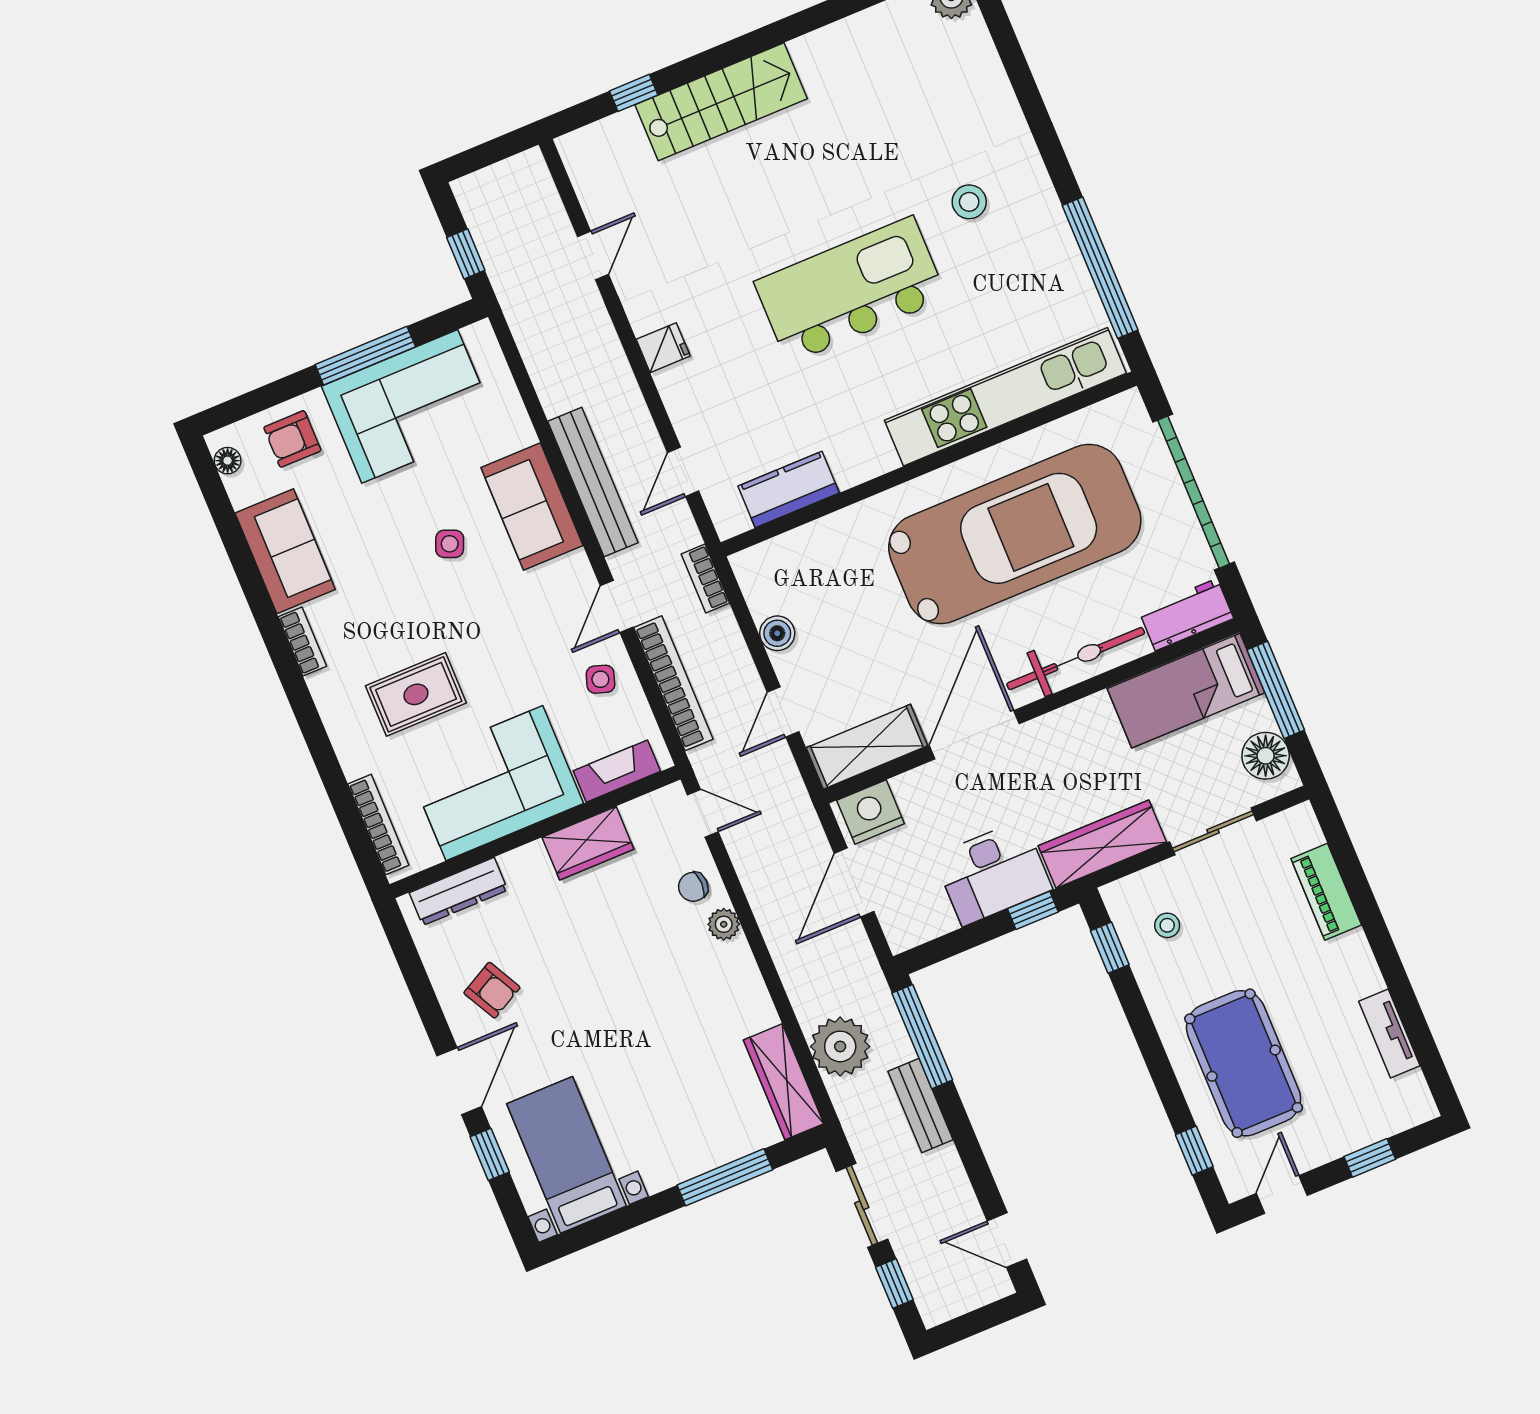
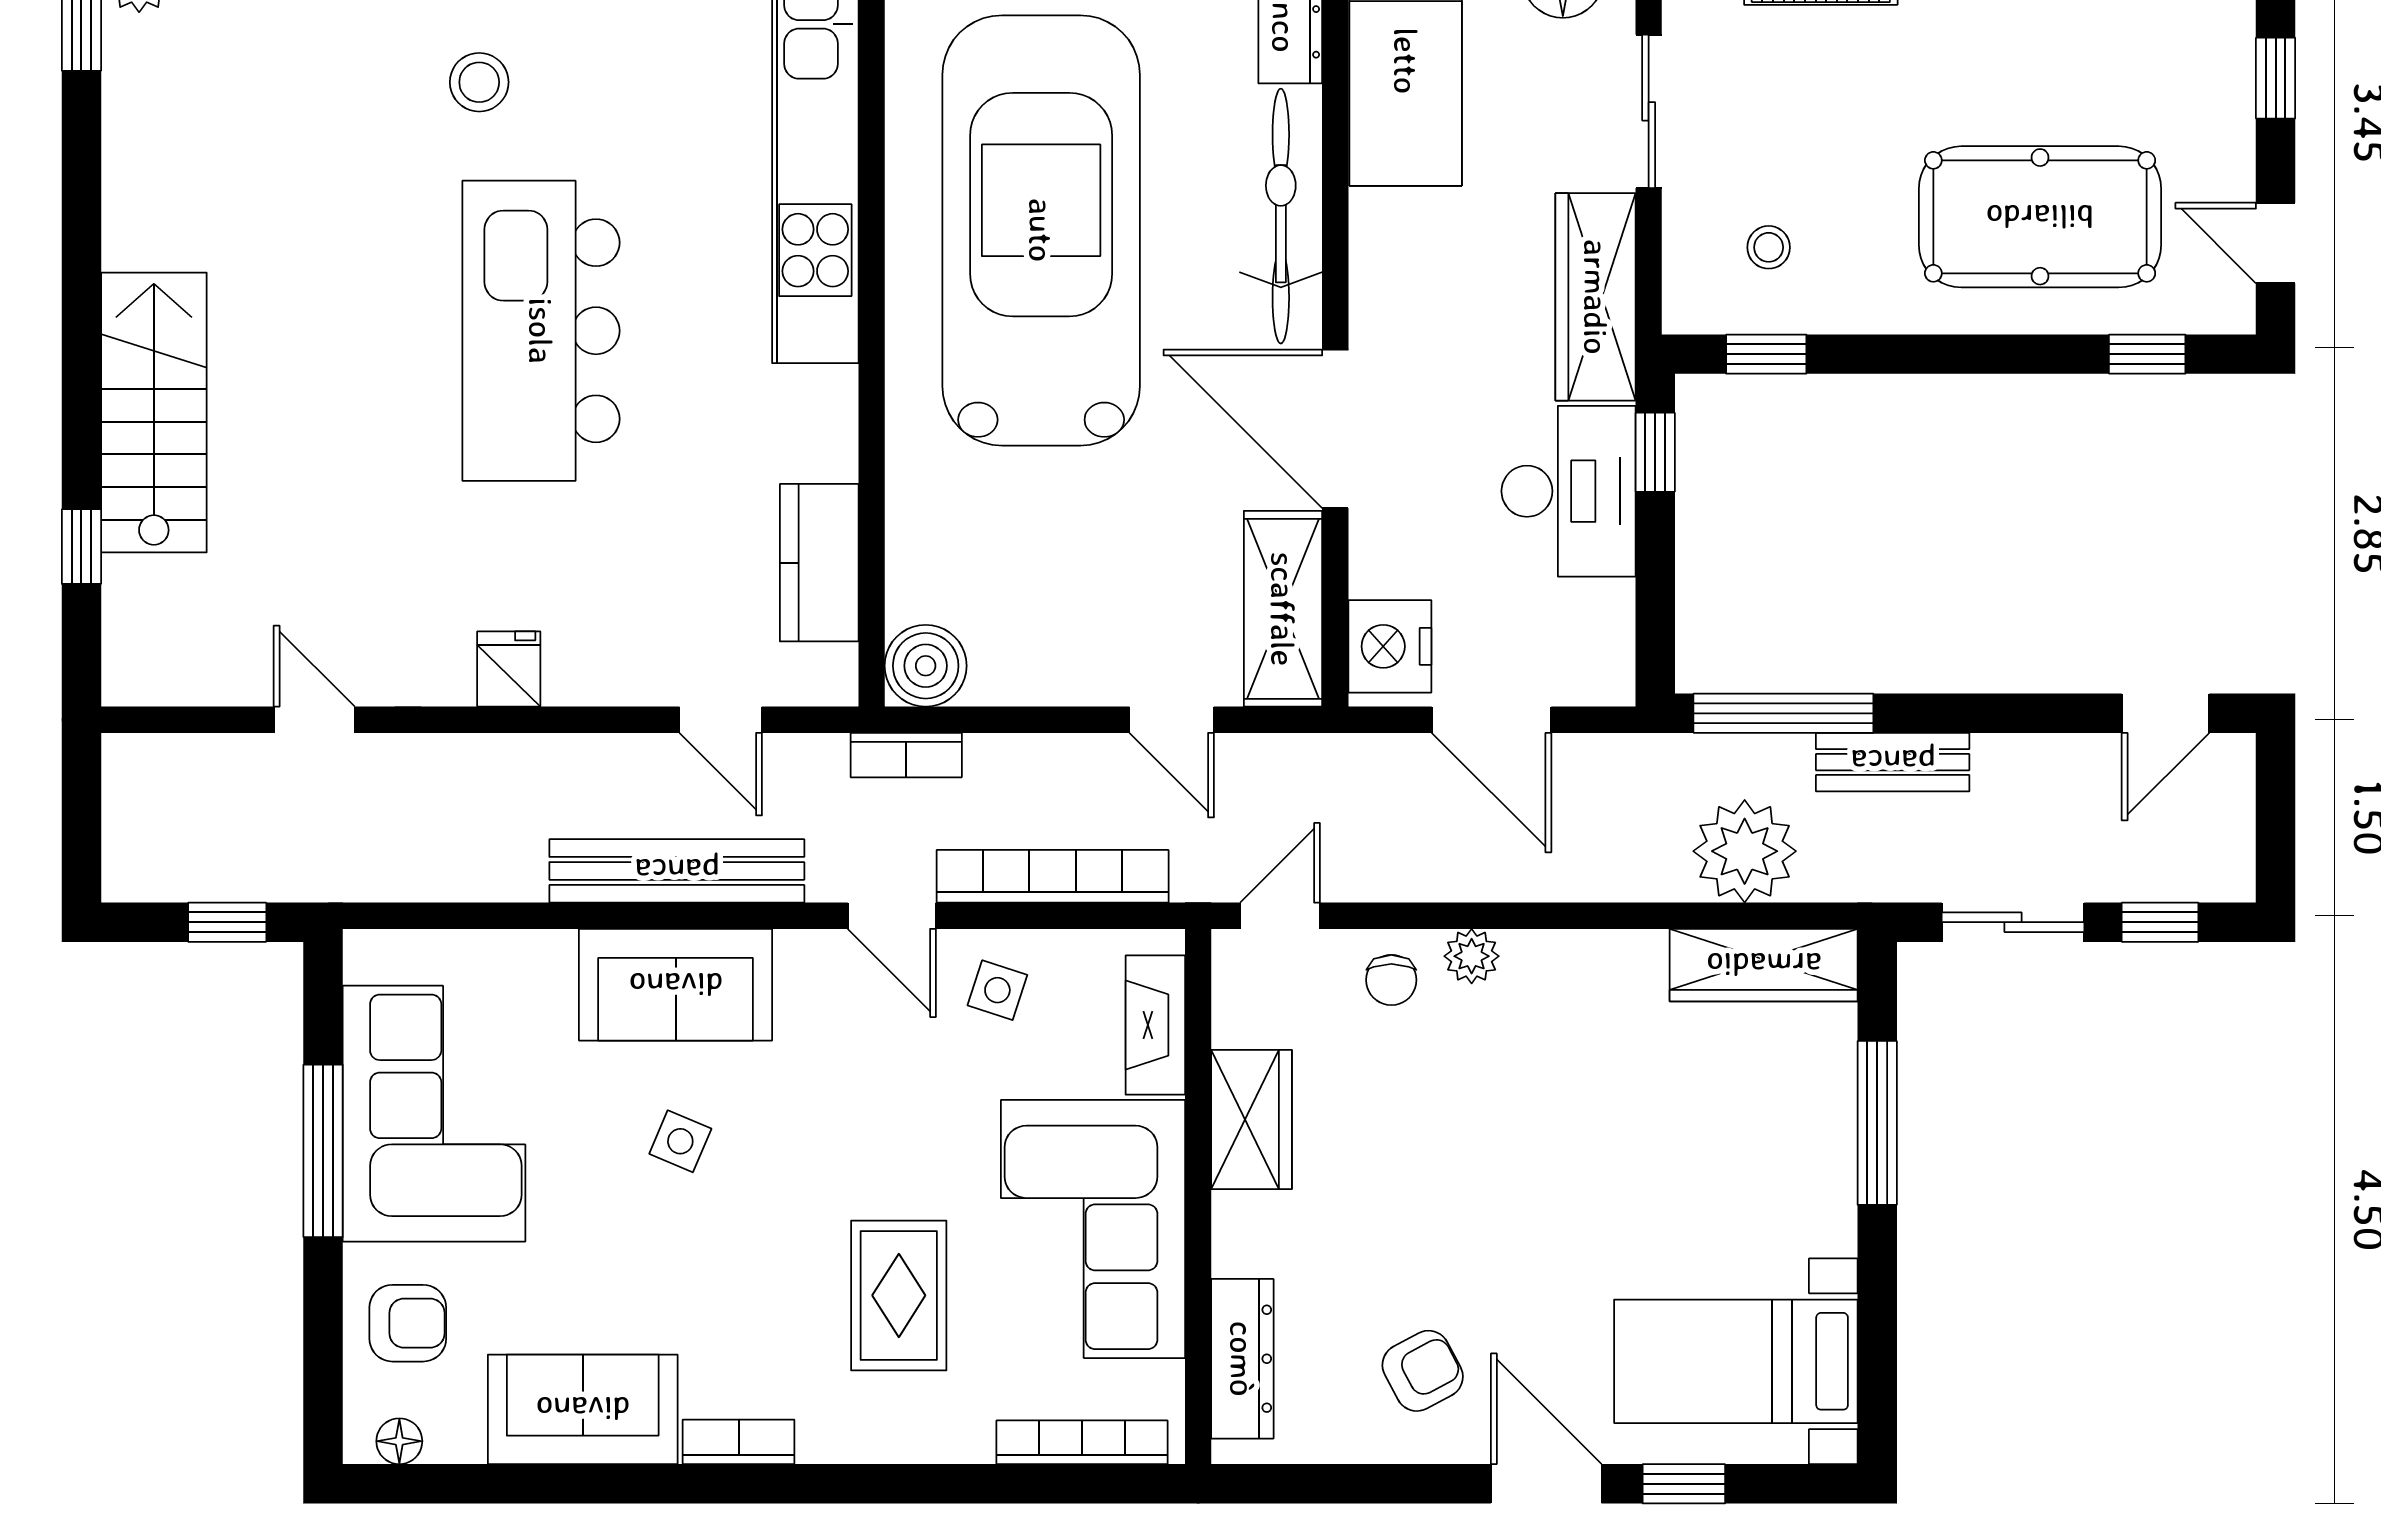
armchair: (292, 439) -> (408, 1323), turned -90
boiler: (777, 633) -> (926, 666), moved, width x1.36, depth x1.36

